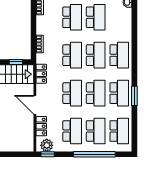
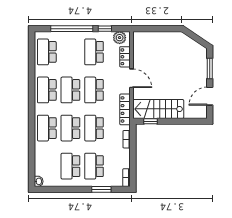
locker: (41, 74) -> (125, 109), width x1.53
window: (134, 96) -> (32, 87), removed
school desk: (96, 131) -> (70, 52), removed
window: (48, 154) -> (105, 29), moved

